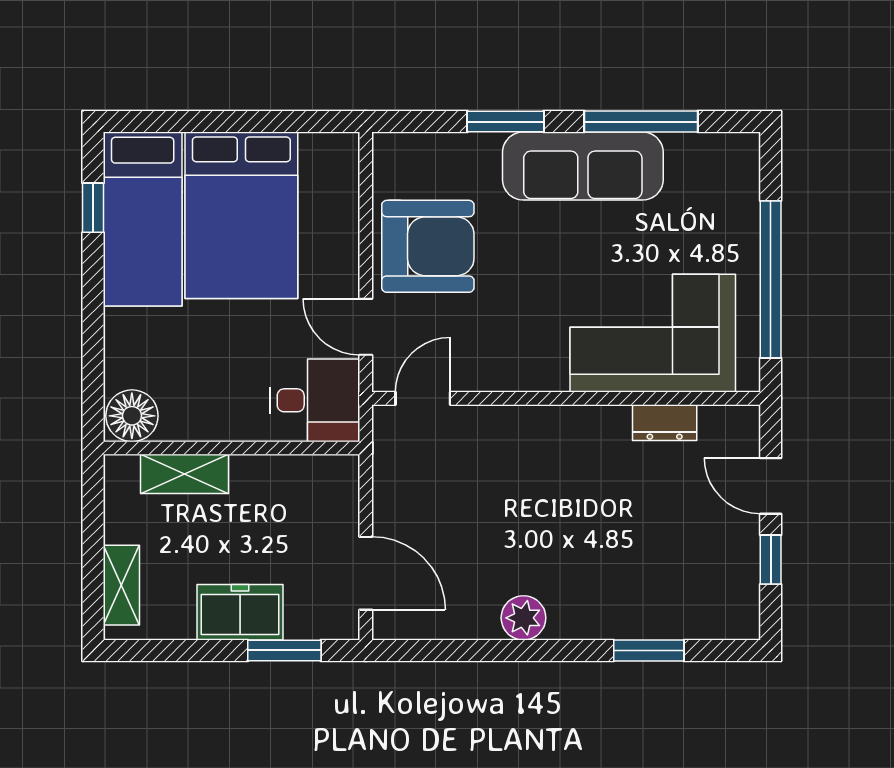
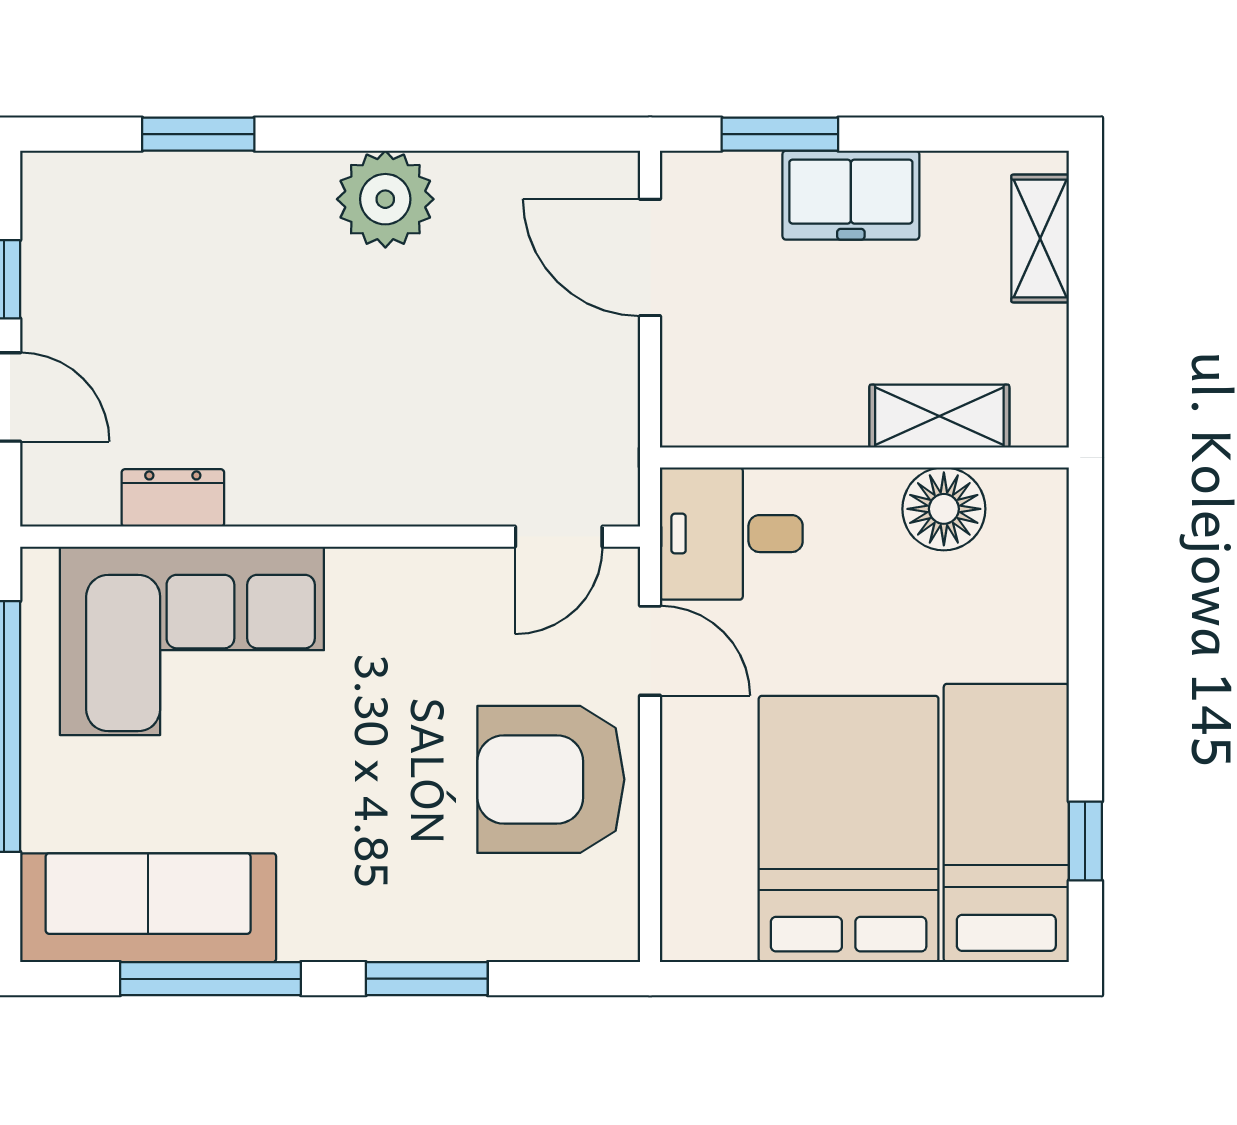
sofa: (583, 166) -> (148, 908), moved
floor lamp: (132, 416) -> (944, 509), moved
plant: (523, 618) -> (385, 199), width x1.36, depth x1.36

